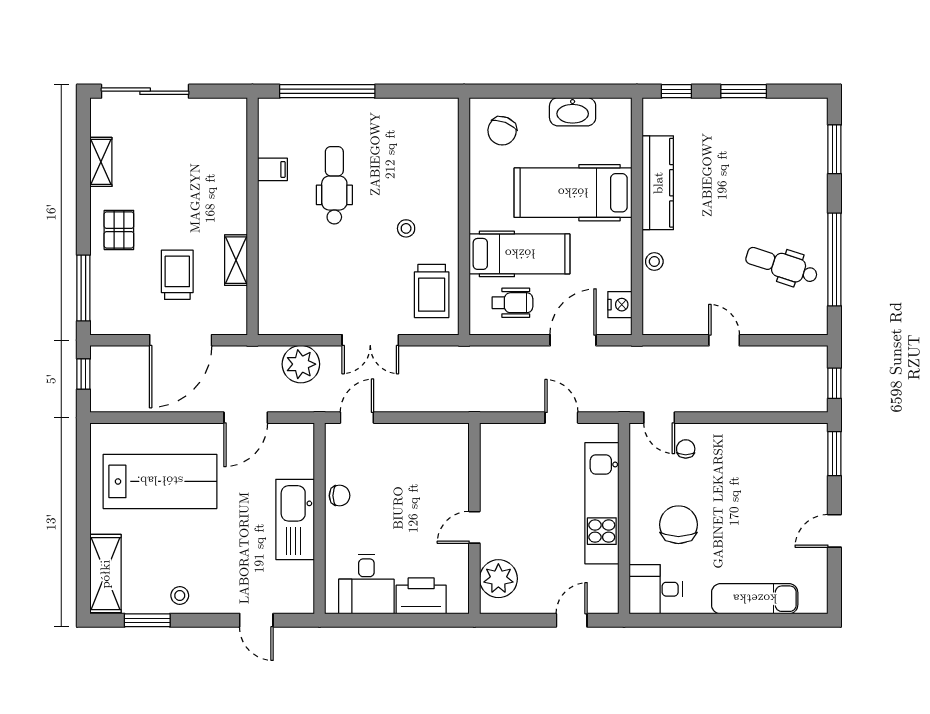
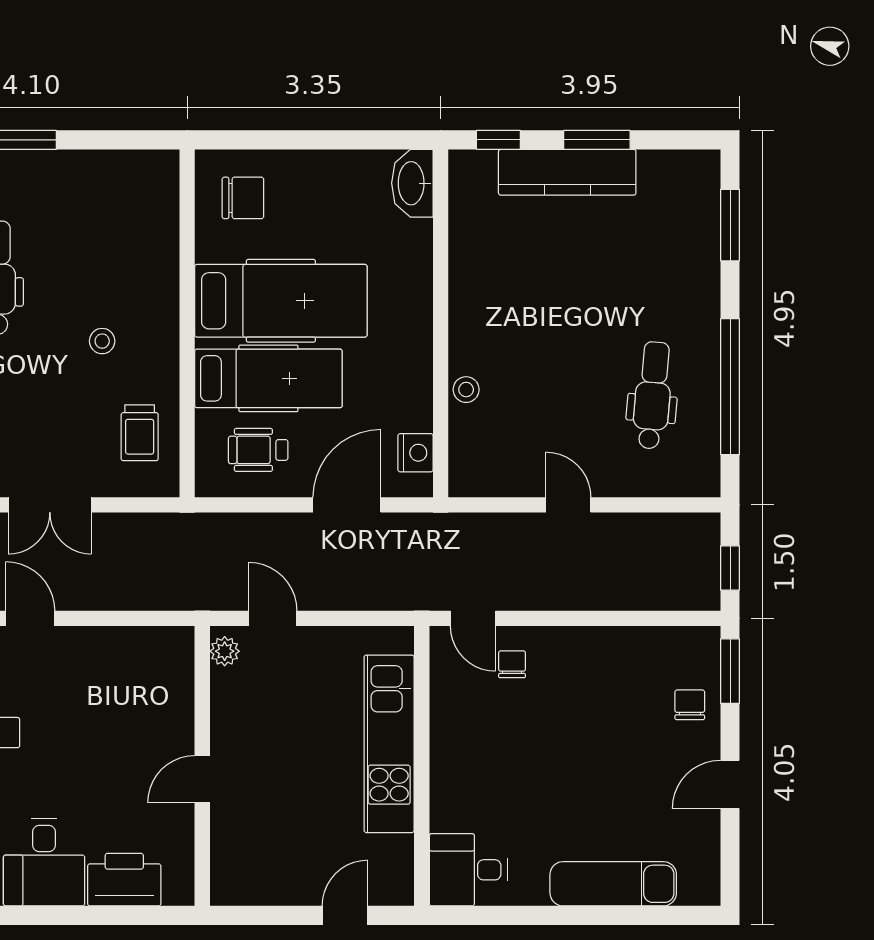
washbasin: (573, 112) -> (412, 183), moved, turned 90
chair: (502, 131) -> (243, 198), turned -112
kitchen counter: (658, 183) -> (567, 172), moved, turned 90
hospital bed: (573, 193) -> (281, 301), moved, turned 180
dental chair: (782, 265) -> (653, 395), turned 77
trolley: (432, 291) -> (140, 433), width x0.73, depth x0.72
wheelchair: (513, 303) -> (258, 450), turned 180
door: (357, 418) -> (30, 618), hinge flipped
door: (561, 418) -> (273, 618), moved
chair: (678, 525) -> (690, 705), moved, width x0.54, depth x0.54
plant: (498, 579) -> (225, 651), moved, width x0.53, depth x0.53

